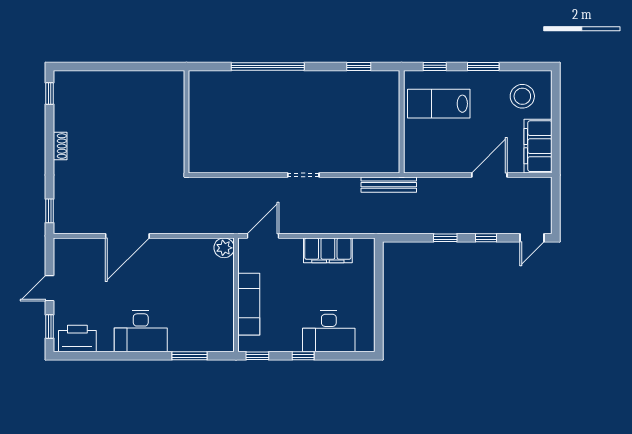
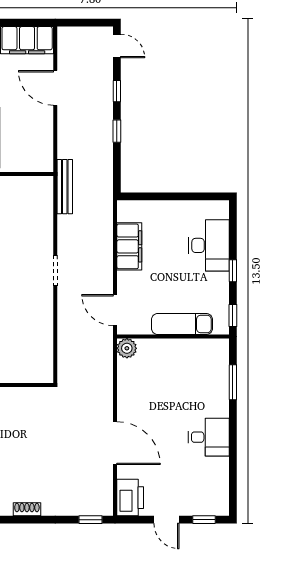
desk: (141, 331) -> (209, 437), width x0.73
printer: (77, 339) -> (130, 498), moved, turned 180

